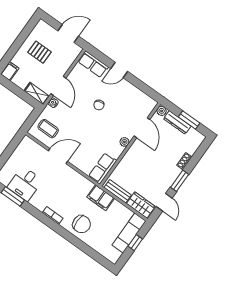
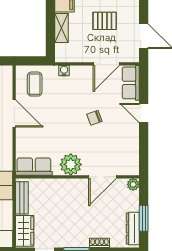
pallet: (39, 52) -> (105, 21), turned 90
door: (58, 86) -> (106, 64), moved
shelving: (37, 94) -> (61, 28), moved
dresser: (177, 122) -> (133, 229), moved
plant: (124, 142) -> (71, 164), width x1.88, depth x1.88

